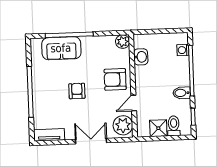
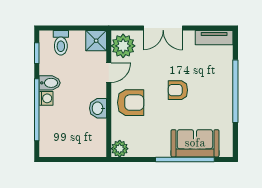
washing machine: (183, 50) -> (46, 98), moved
washbasin: (141, 57) -> (98, 108), moved
armchair: (77, 91) -> (178, 90), turned 90
shower: (158, 128) -> (96, 41), moved

